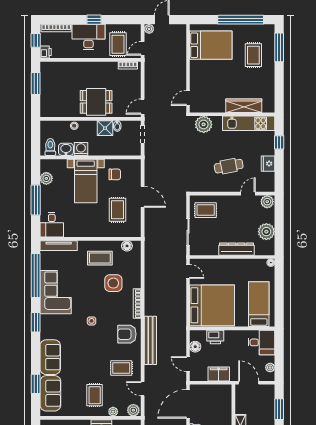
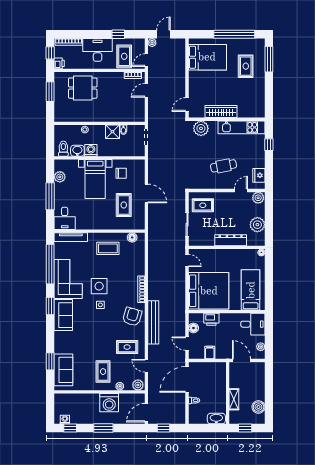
window: (94, 20) -> (118, 34), moved
dining table: (96, 102) -> (83, 88), moved
wardrobe: (244, 106) -> (221, 112), moved
door: (143, 107) -> (146, 90), moved
fridge: (268, 164) -> (259, 175), moved
side table: (113, 283) -> (99, 286), moved
armchair: (127, 334) -> (132, 317), turned 106
sofa: (50, 357) -> (63, 315), moved
filing cabinet: (219, 374) -> (210, 352), width x0.50
window: (279, 409) -> (269, 384), removed

